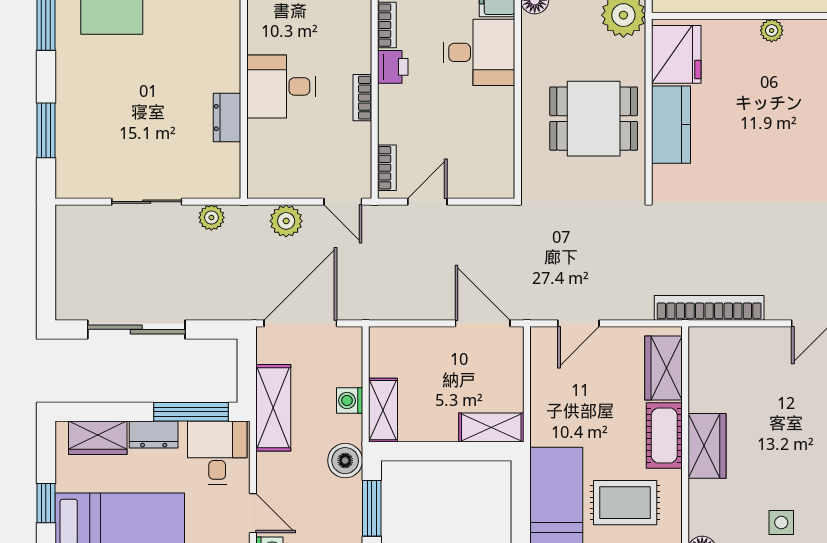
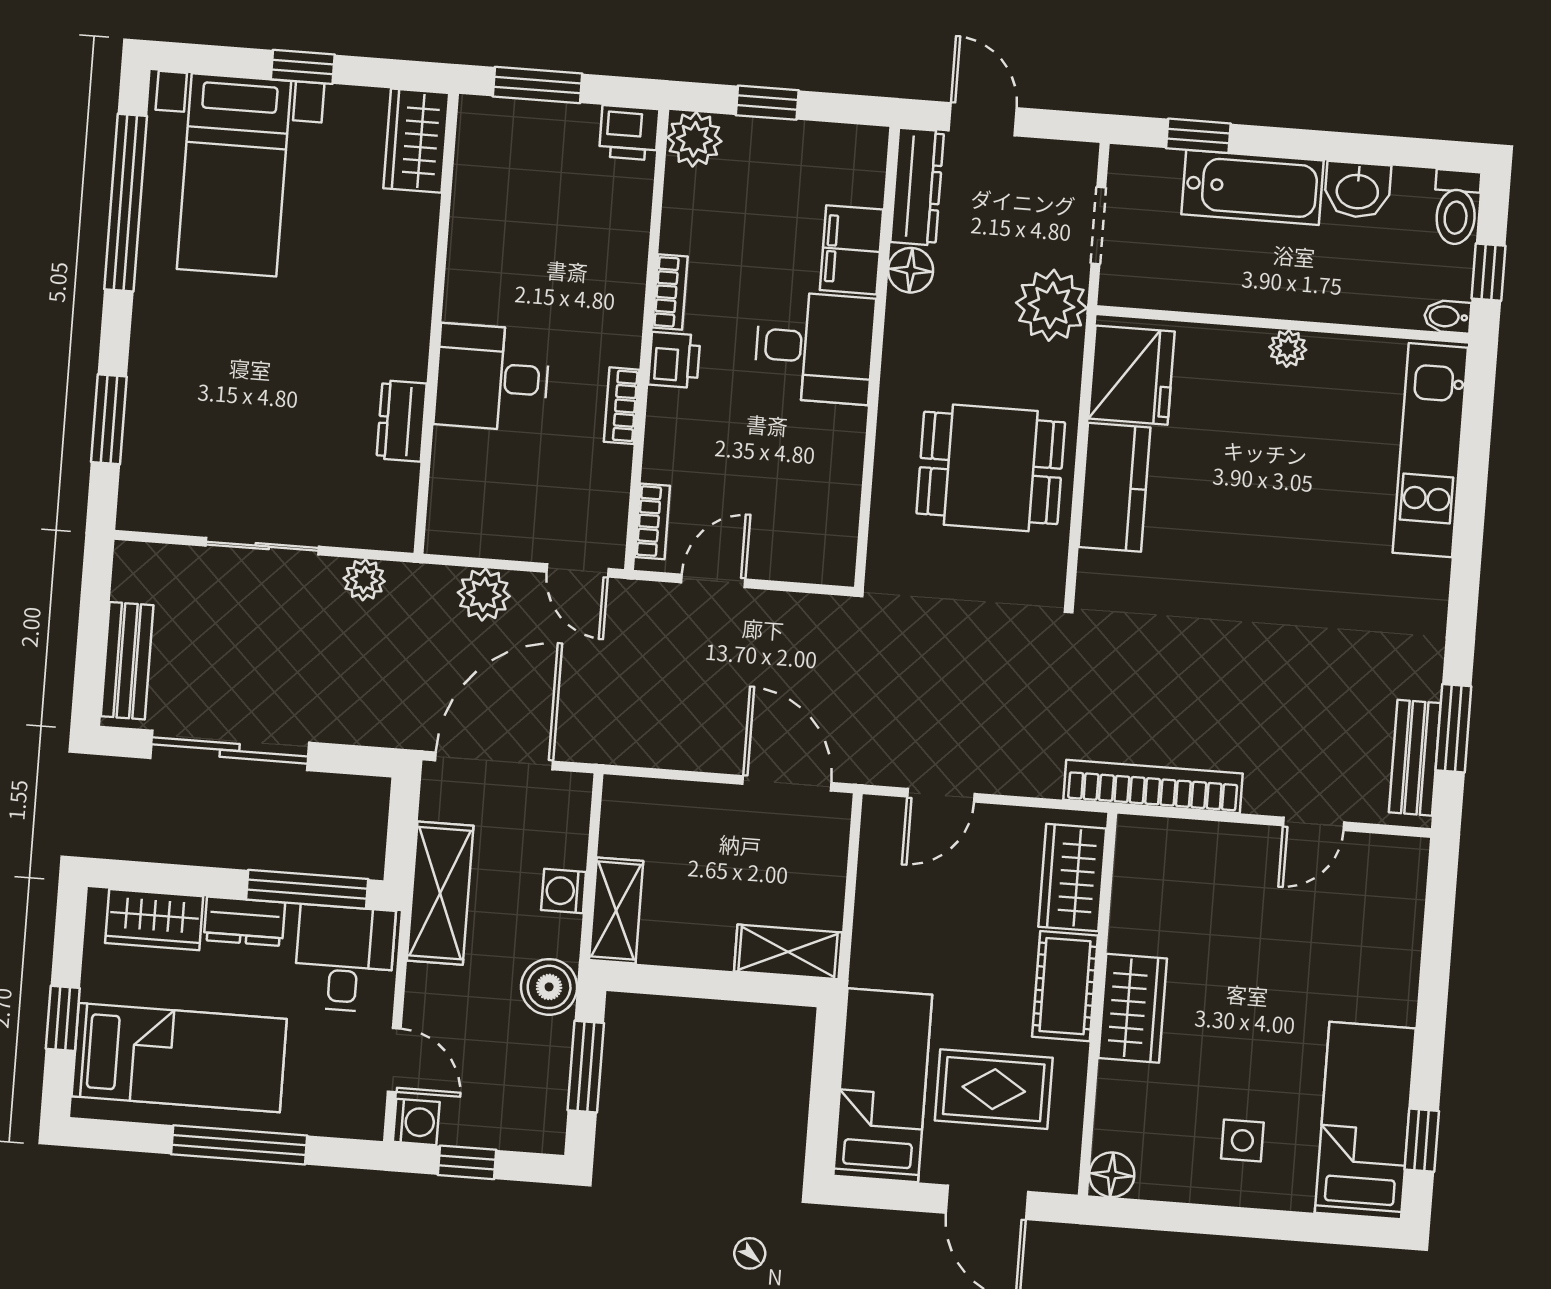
bench: (69, 279) -> (127, 661), added

